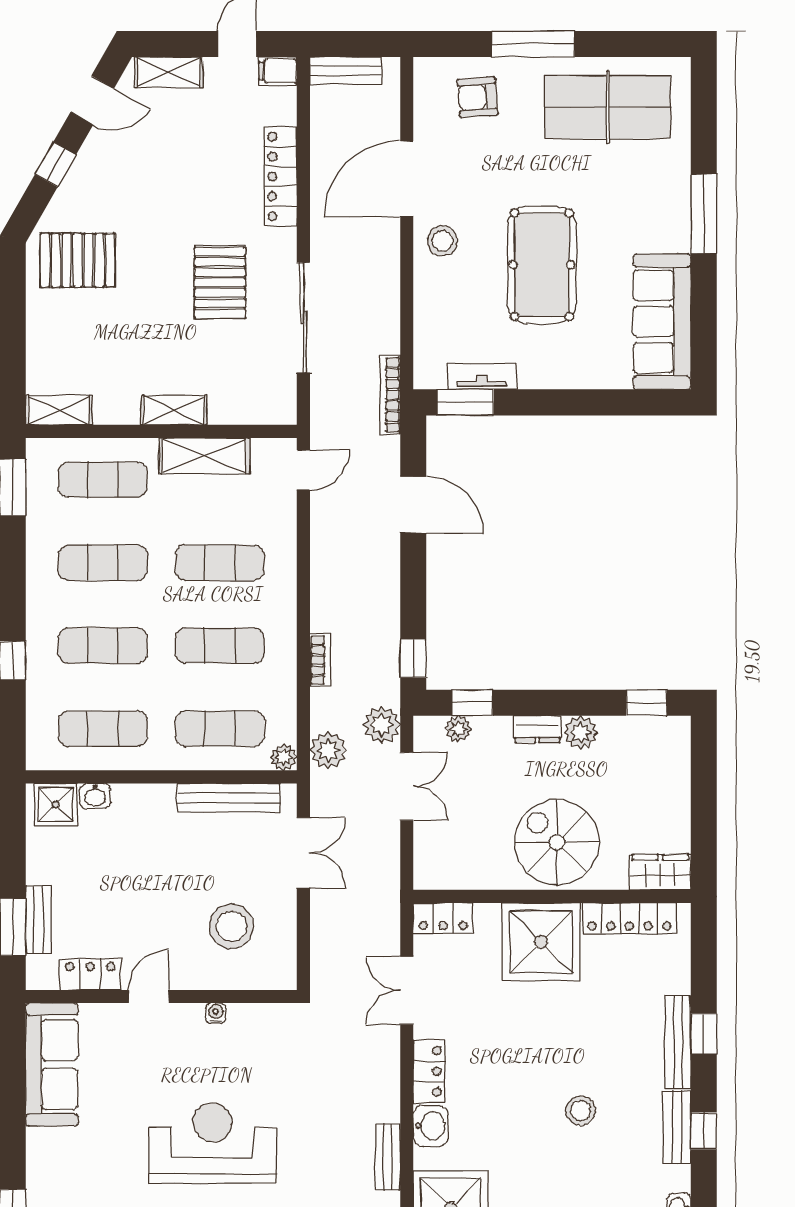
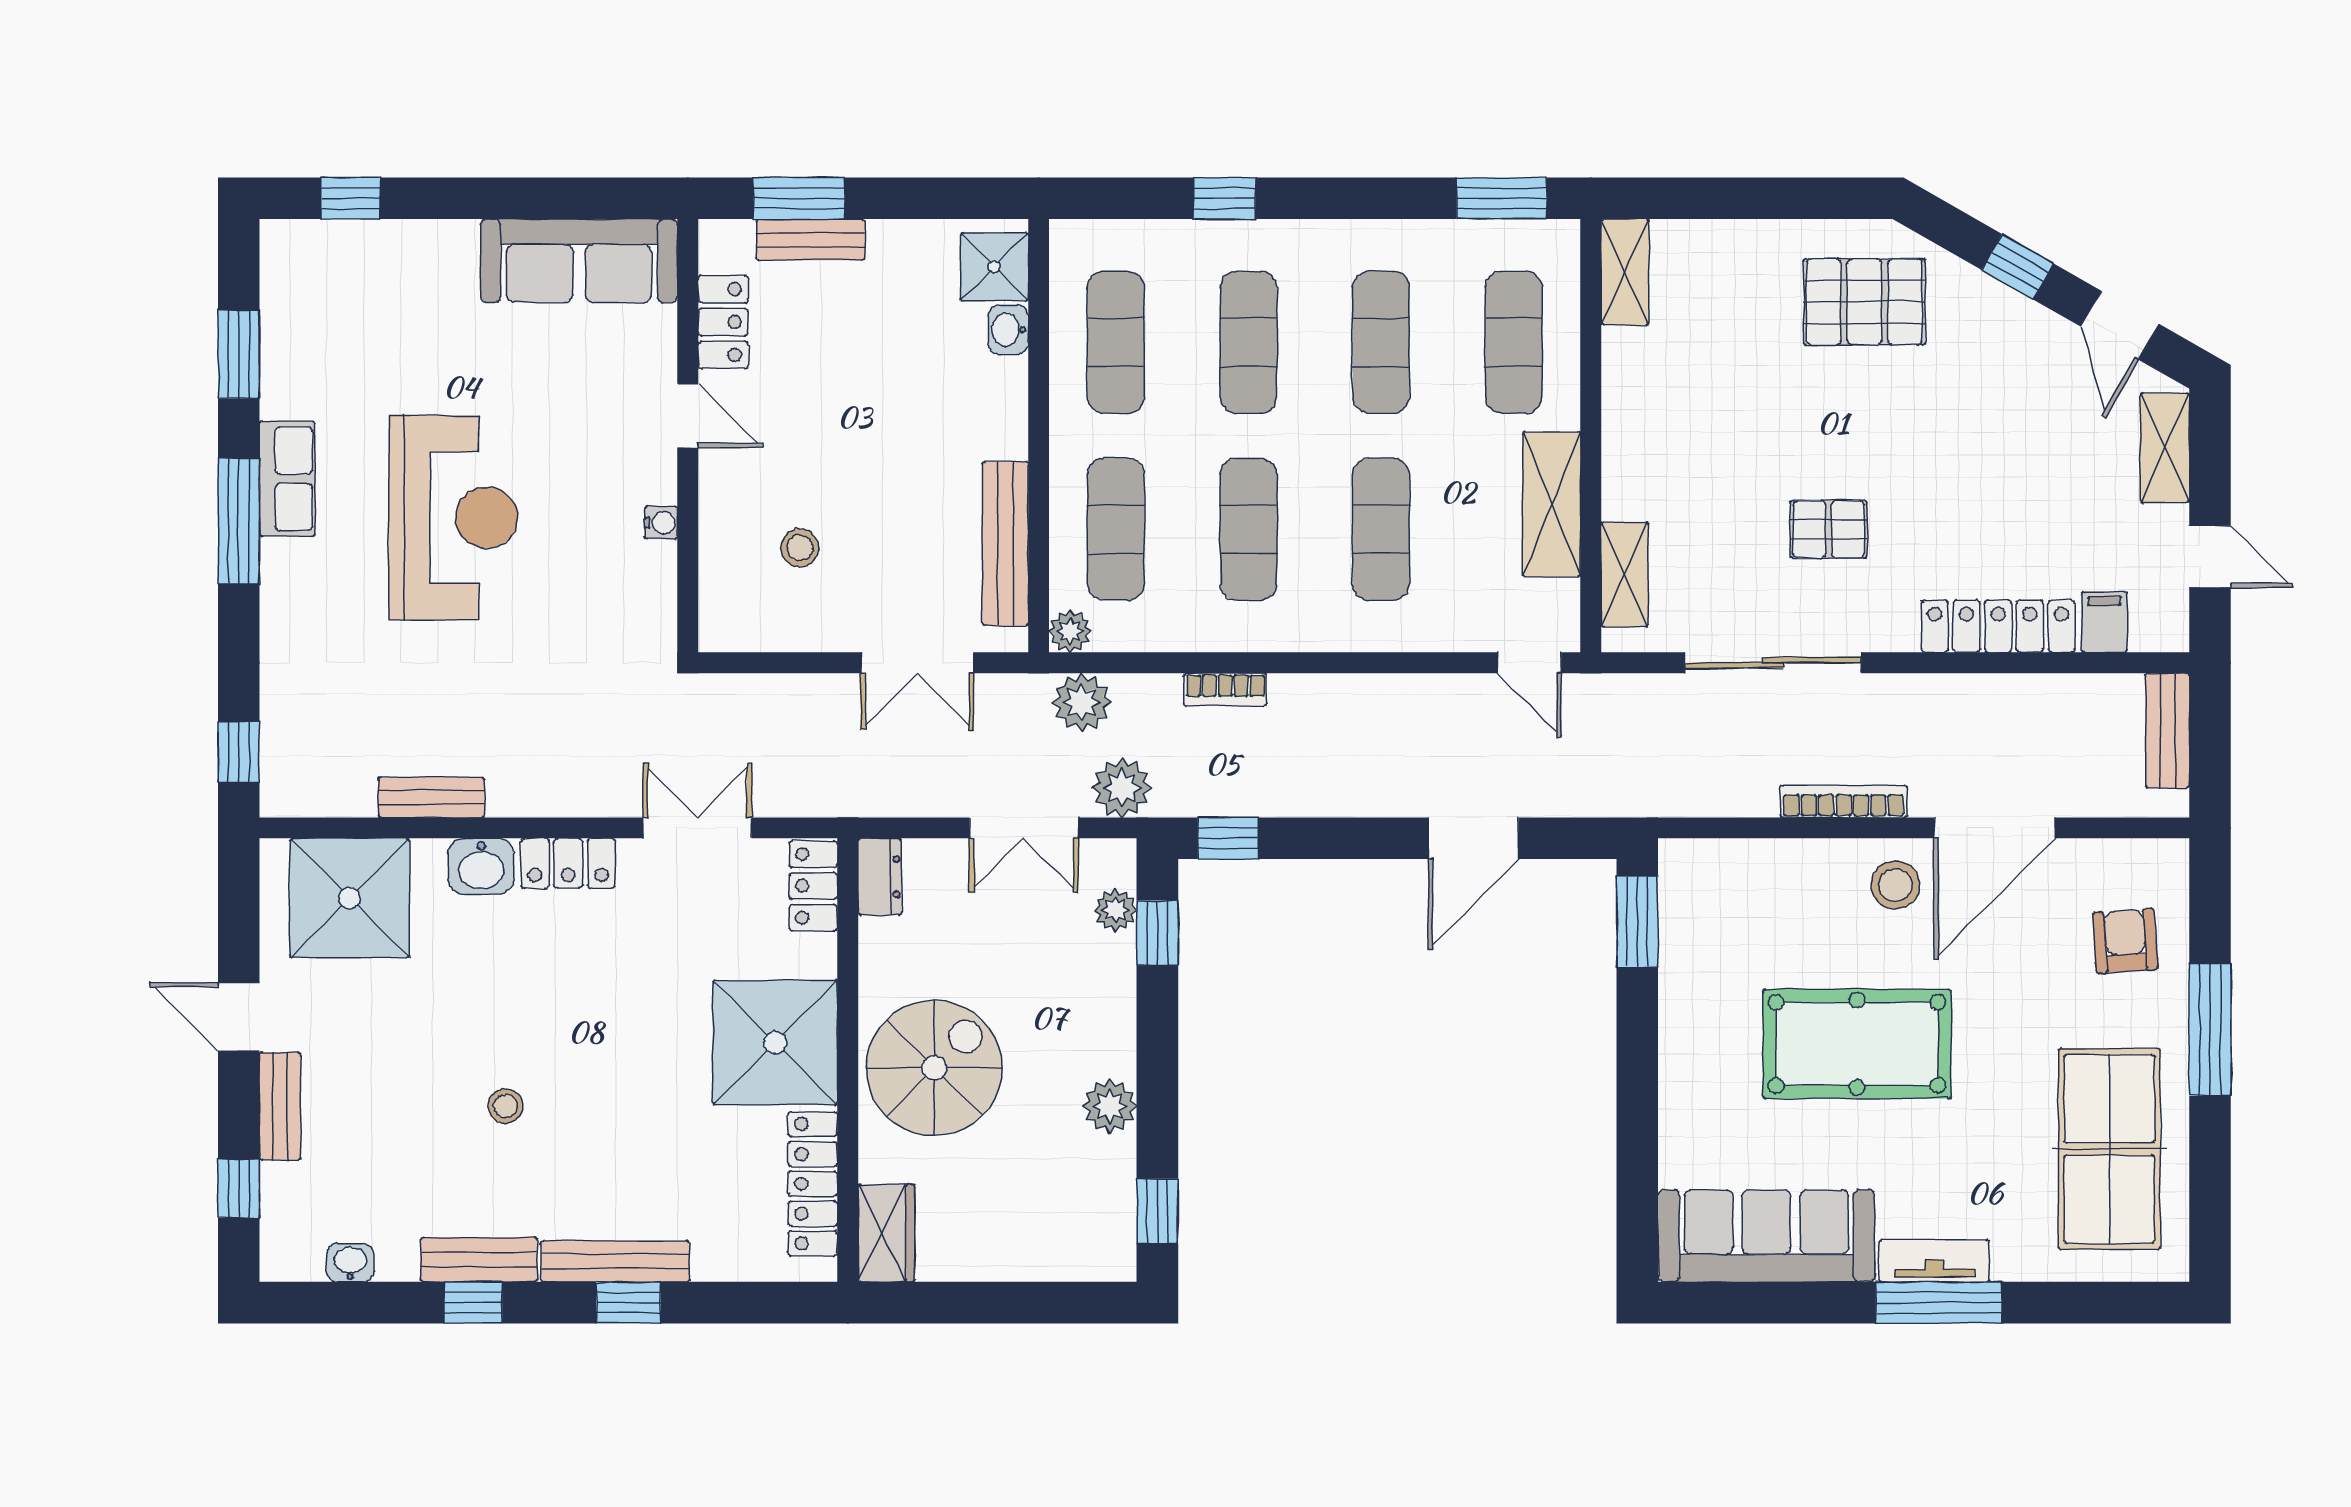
filing cabinet: (278, 71) -> (2104, 622), moved
door: (407, 179) -> (1994, 828), swing flipped
pallet: (78, 260) -> (1864, 302), turned 90
pallet: (220, 283) -> (1829, 529), width x0.67, depth x0.71
tv unit: (482, 376) -> (1934, 1261), moved, turned -90
bookcase: (390, 395) -> (1844, 801), moved
shelving: (174, 410) -> (1625, 574), moved
dresser: (537, 729) -> (880, 877), moved, turned 180
stool: (231, 926) -> (800, 548), width x0.53, depth x0.53
stool: (581, 1110) -> (506, 1106), width x0.73, depth x0.73

